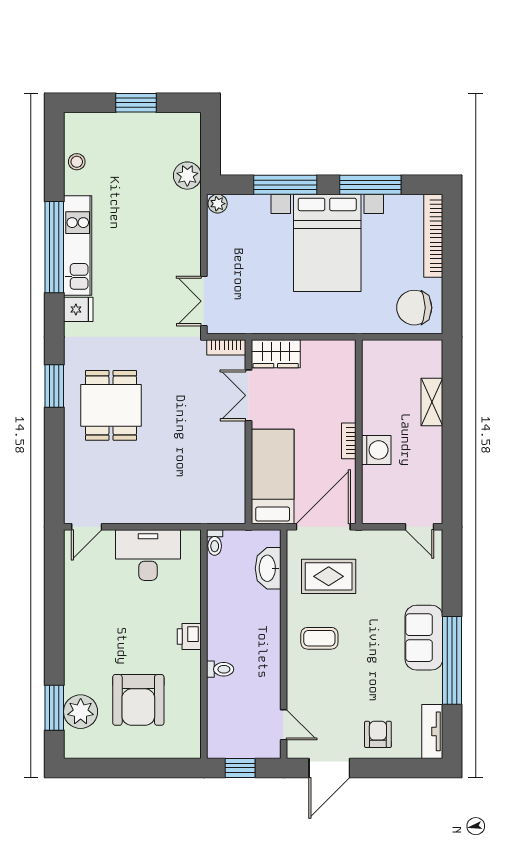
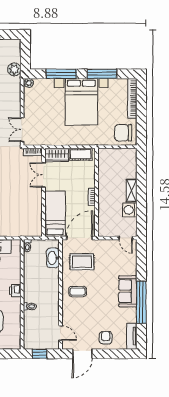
cot: (326, 352) -> (81, 154), added
shelving: (432, 402) -> (132, 191), moved
washing machine: (376, 450) -> (130, 210), moved, turned 180

